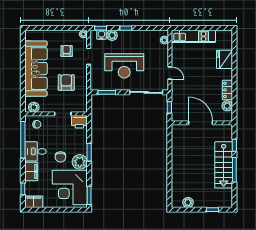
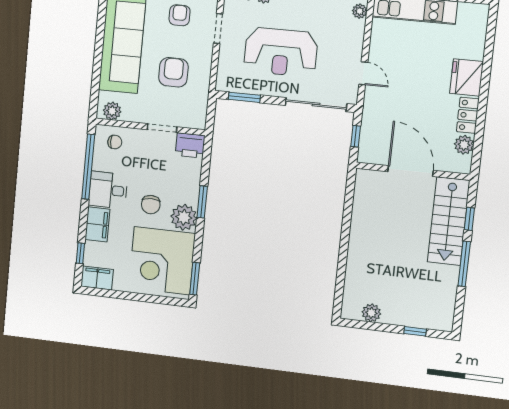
fridge: (225, 59) -> (467, 77), moved
stairs: (224, 165) -> (449, 221), moved

